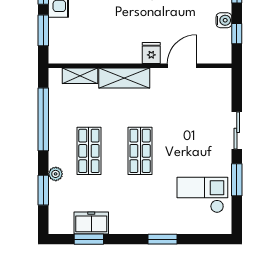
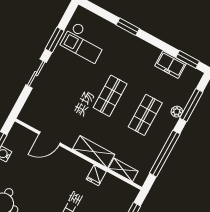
fridge: (151, 53) -> (96, 175), moved
window: (43, 190) -> (191, 105), width x1.44
window: (89, 239) -> (188, 59), moved

